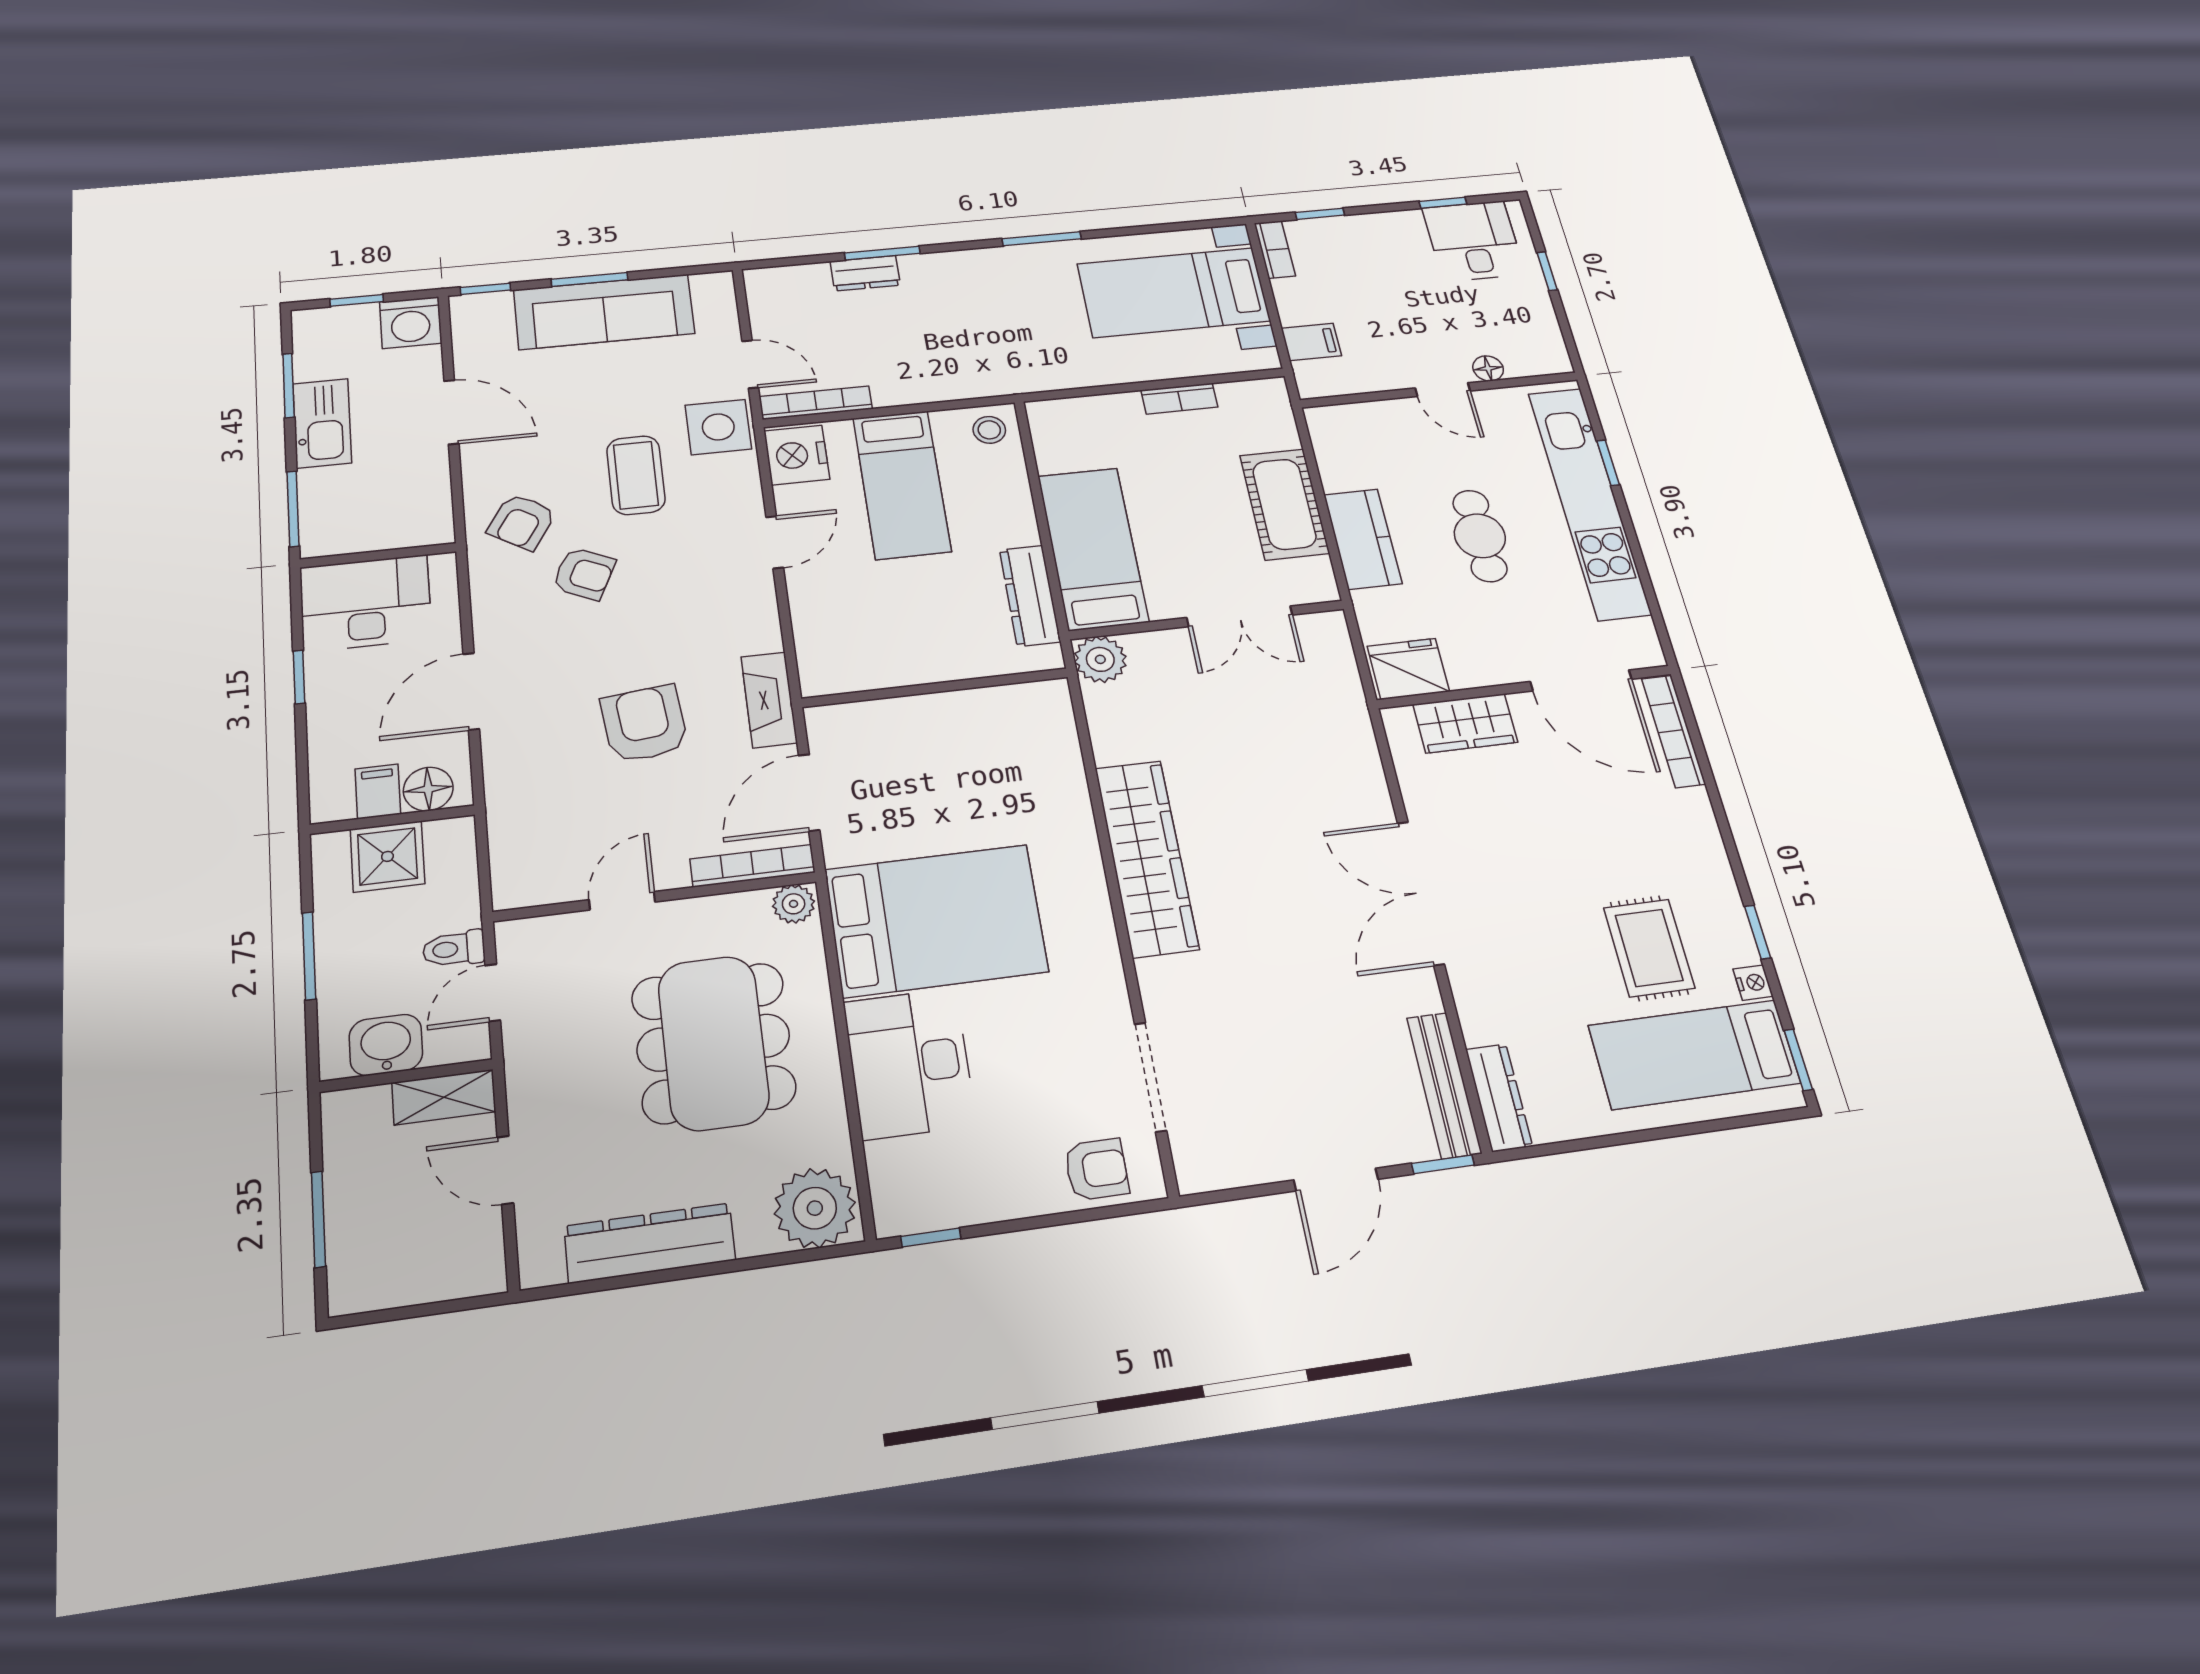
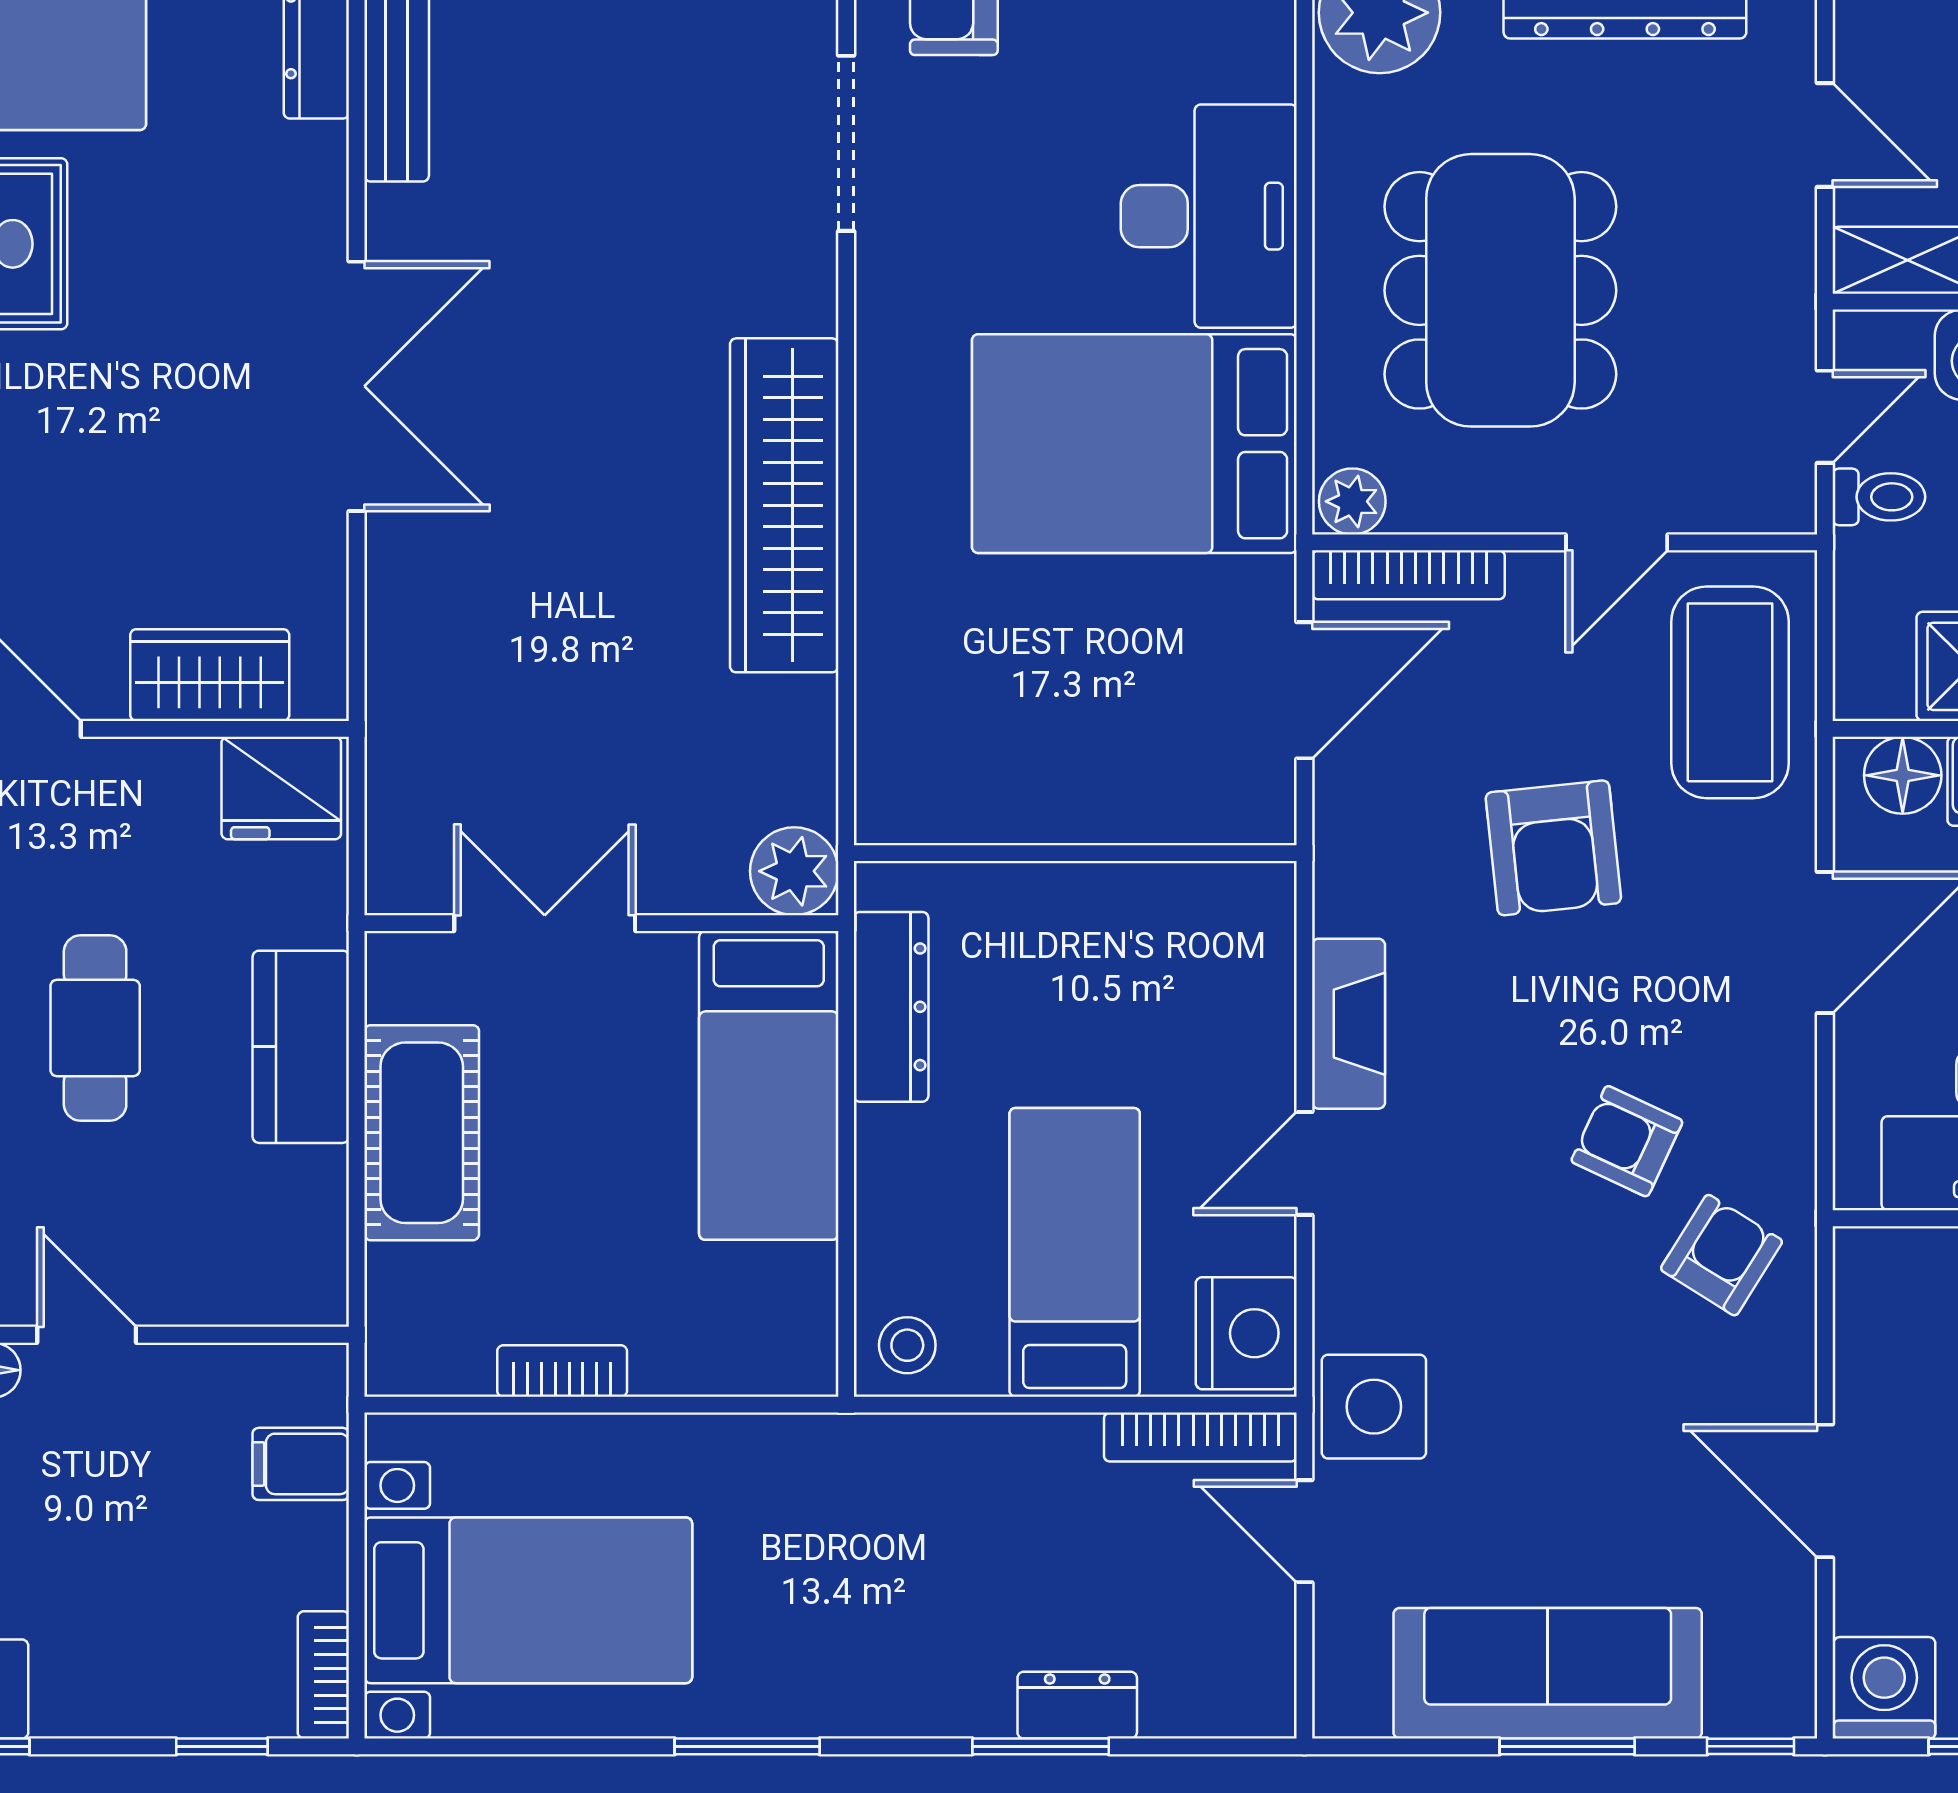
coffee table: (636, 475) -> (1730, 692), moved, width x1.36, depth x1.32
fireplace: (769, 700) -> (1348, 1024), moved

